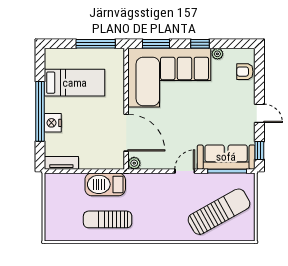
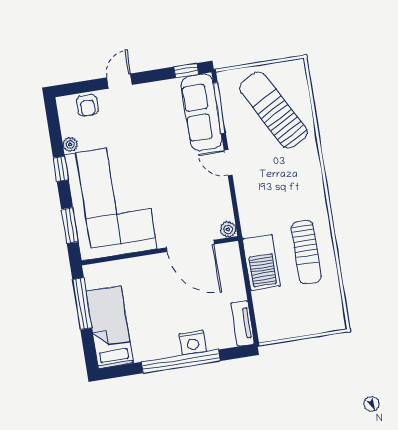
bed: (75, 83) -> (110, 327), moved
door: (259, 113) -> (119, 81), moved
door: (126, 133) -> (190, 246), swing flipped

